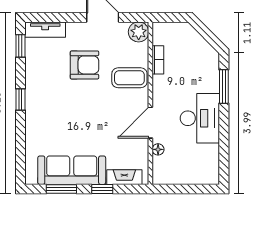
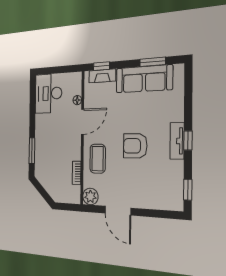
tv unit: (45, 30) -> (177, 141), moved, turned -90
armchair: (84, 65) -> (135, 146), moved
coffee table: (129, 78) -> (98, 159), turned 90
desk: (200, 118) -> (48, 93), moved
window: (102, 189) -> (102, 66), moved

